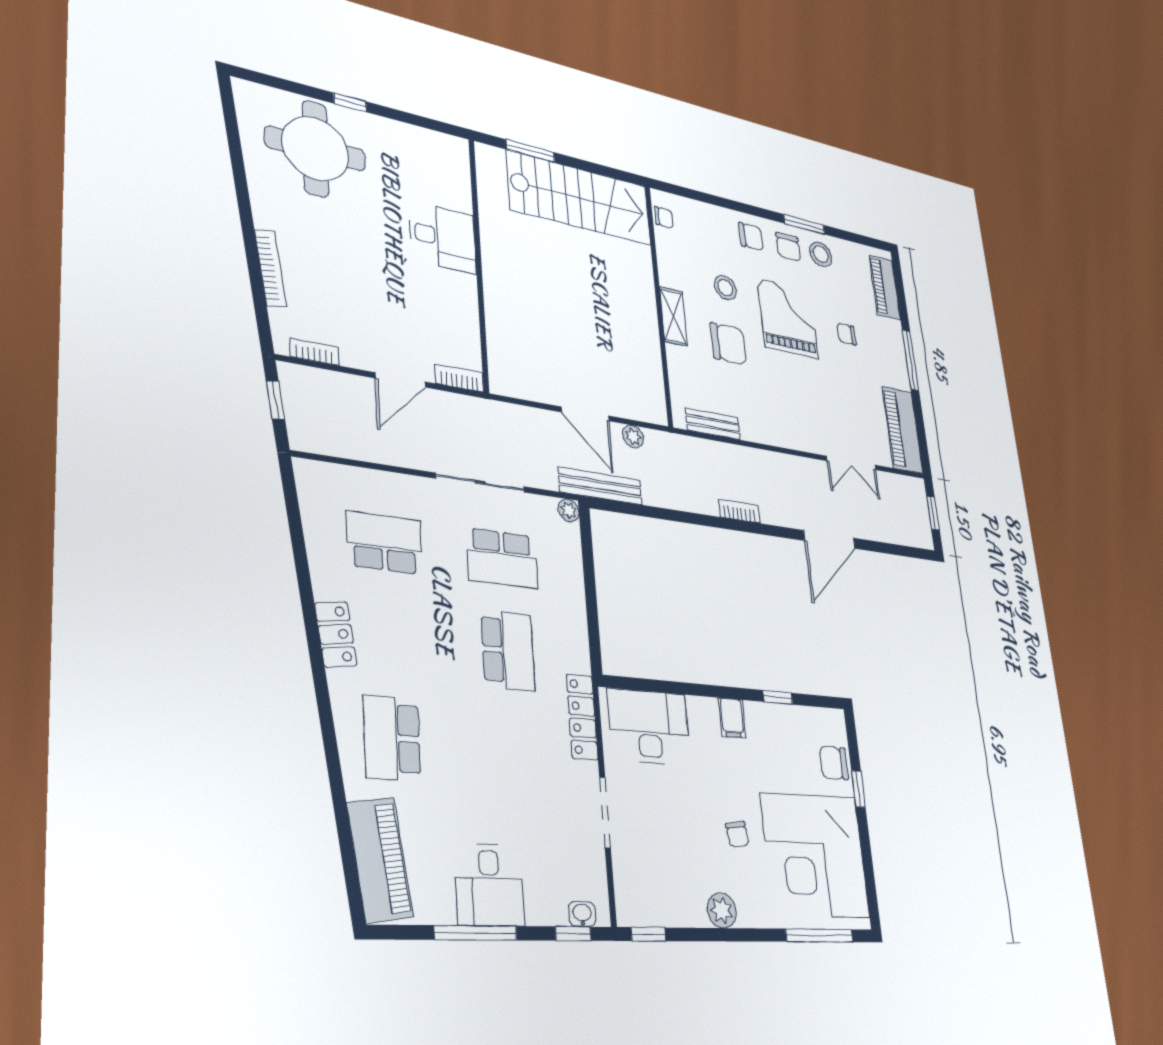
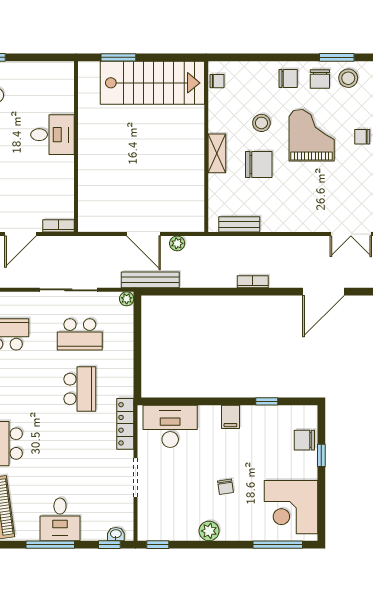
corner desk: (815, 855) -> (291, 507), width x0.74, depth x0.74

